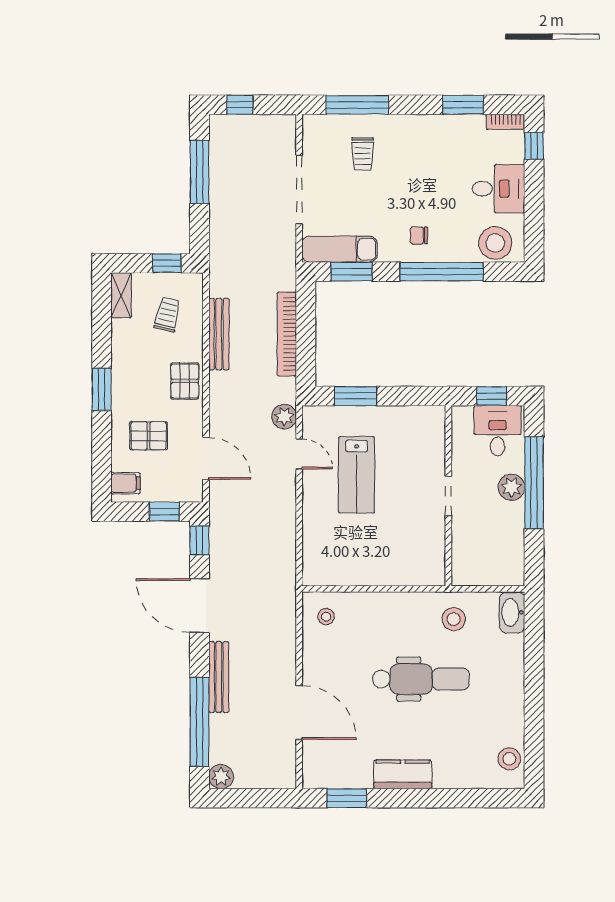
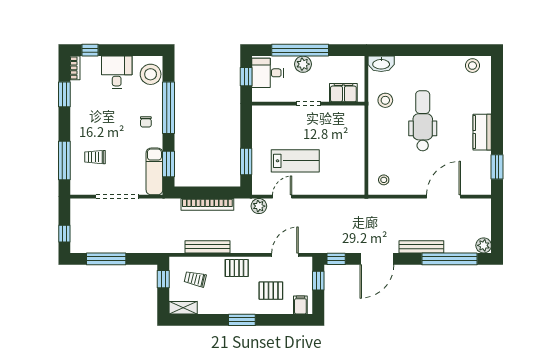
trolley: (363, 154) -> (95, 157), turned 180
pallet: (149, 436) -> (271, 291), turned 90
filing cabinet: (466, 552) -> (343, 93), added

